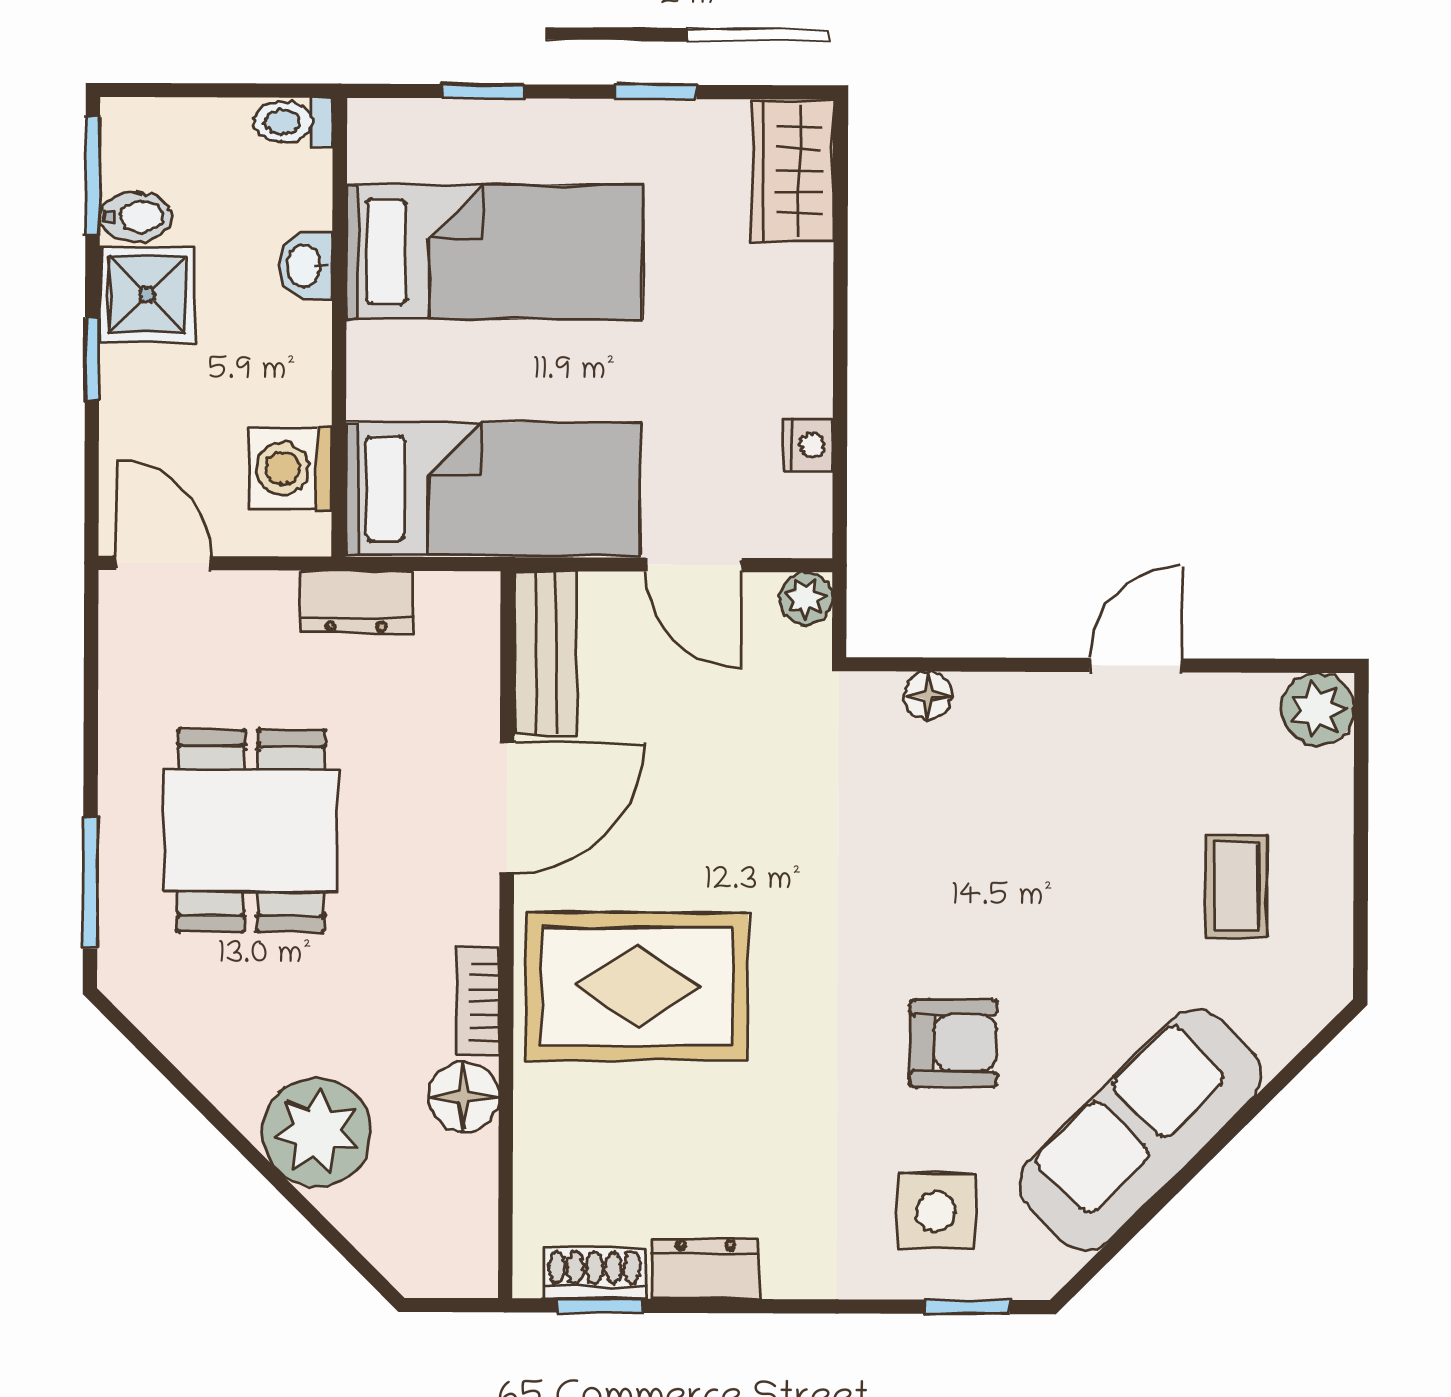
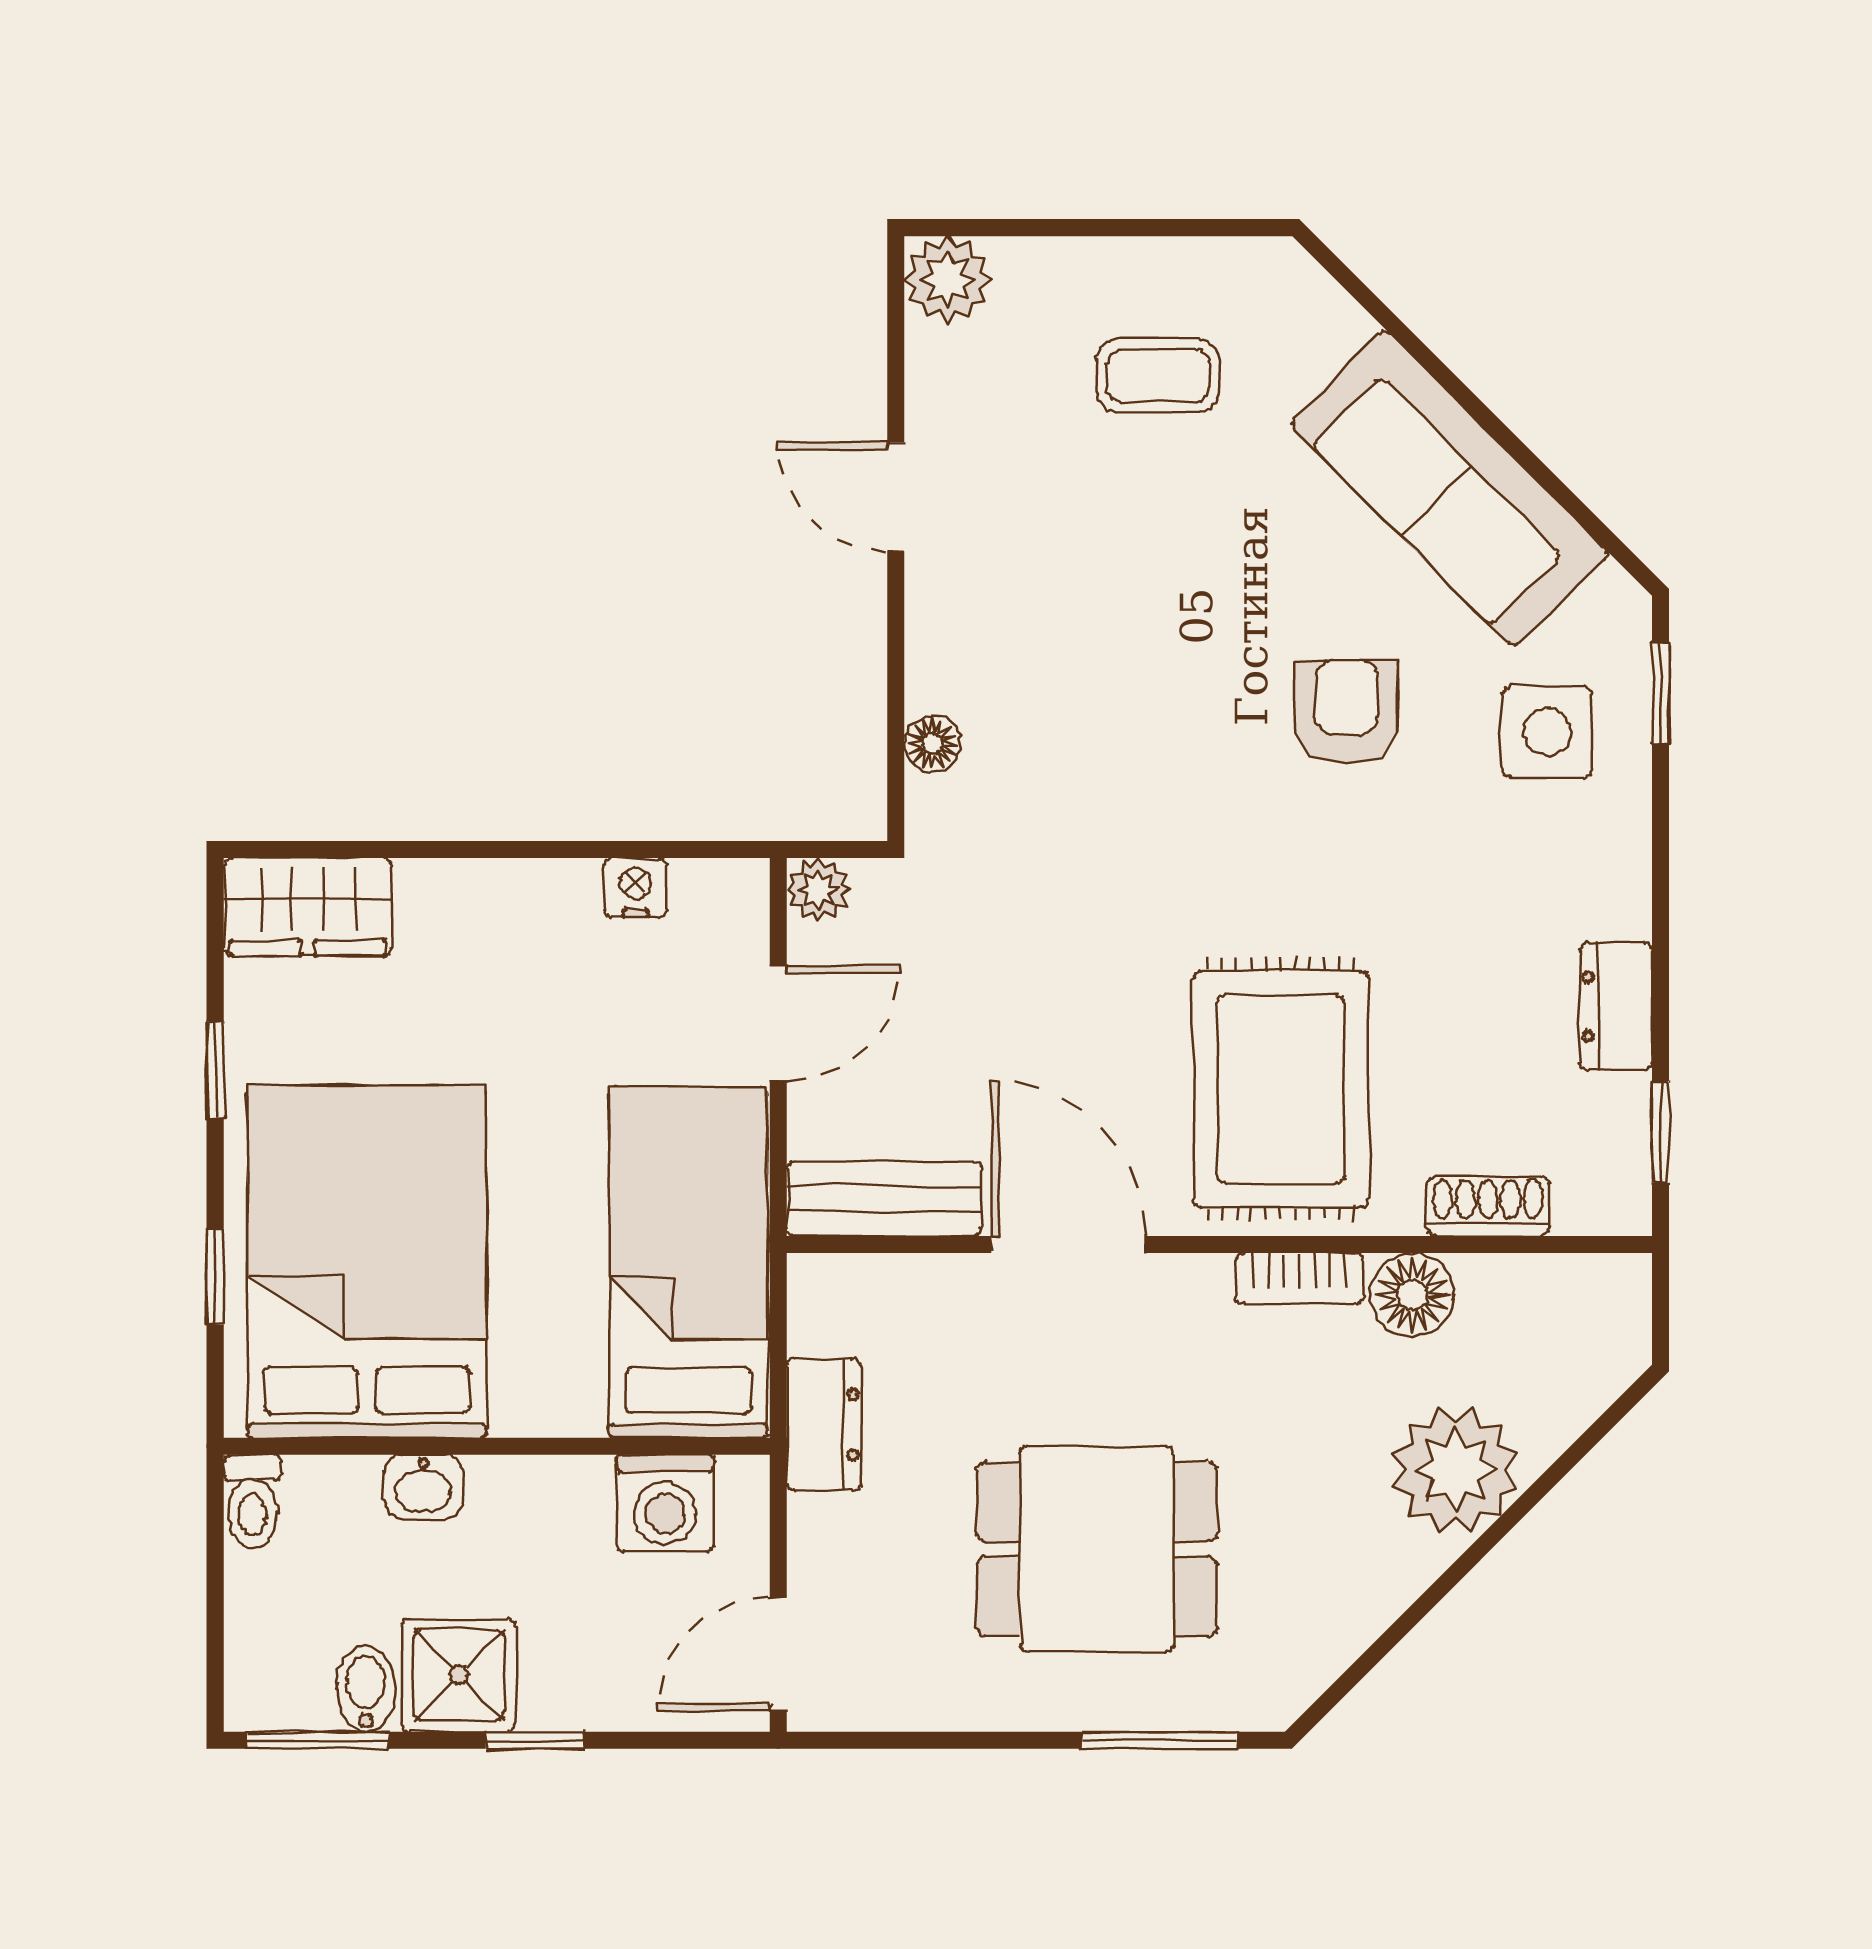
bed: (495, 252) -> (367, 1261), width x1.50
shoe rack: (594, 1274) -> (1488, 1206), moved, turned 90

